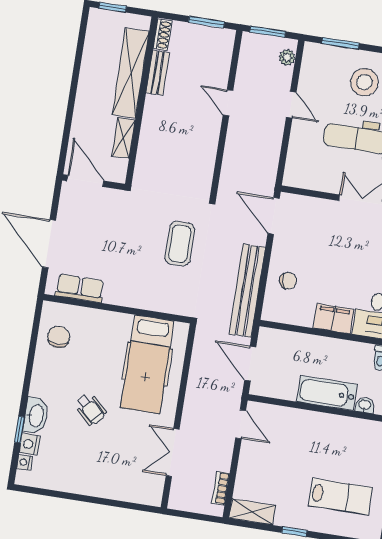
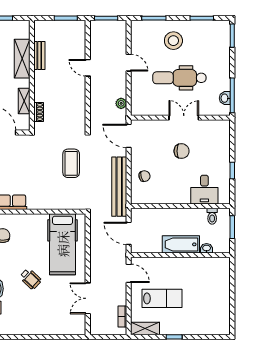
shoe rack: (162, 35) -> (39, 112), moved
plant: (287, 57) -> (121, 103), moved
shelving: (131, 73) -> (22, 59), width x0.68
chair: (350, 252) -> (182, 151), added
filing cabinet: (334, 319) -> (178, 196), removed
lab bench: (340, 497) -> (162, 298), moved

